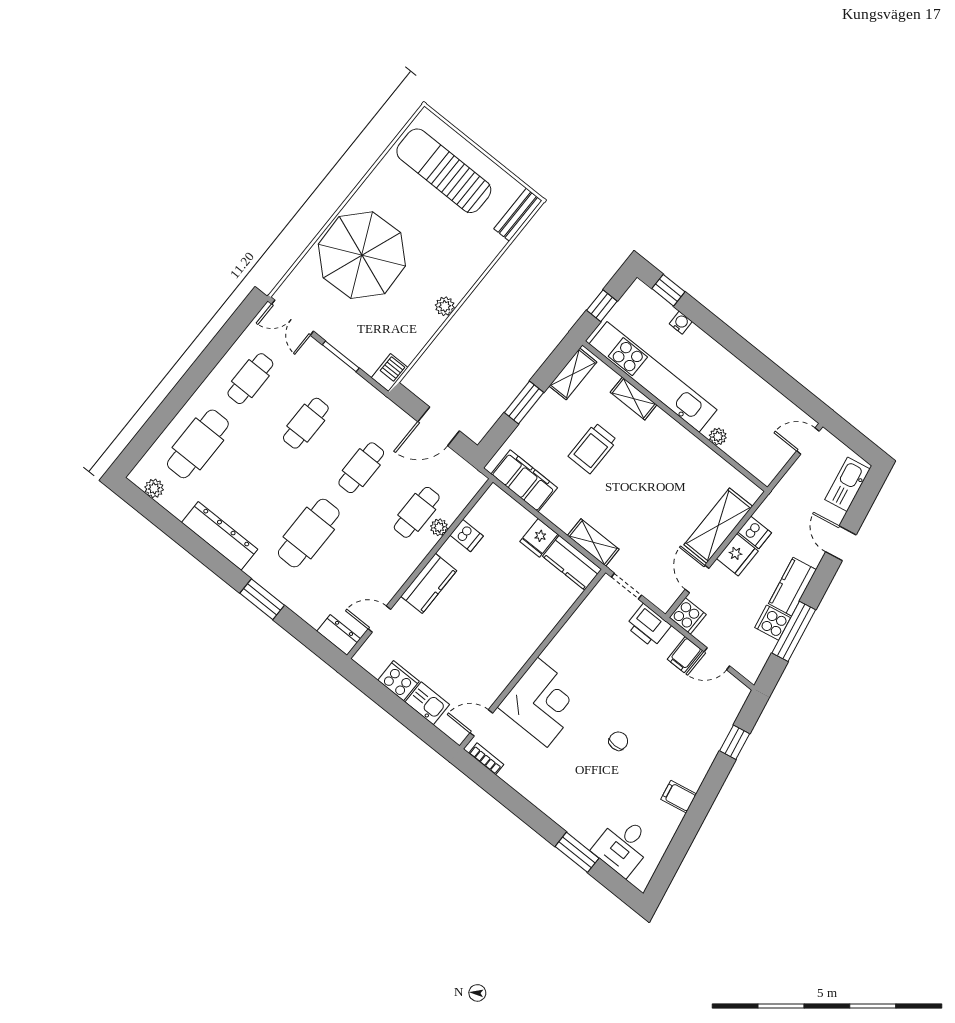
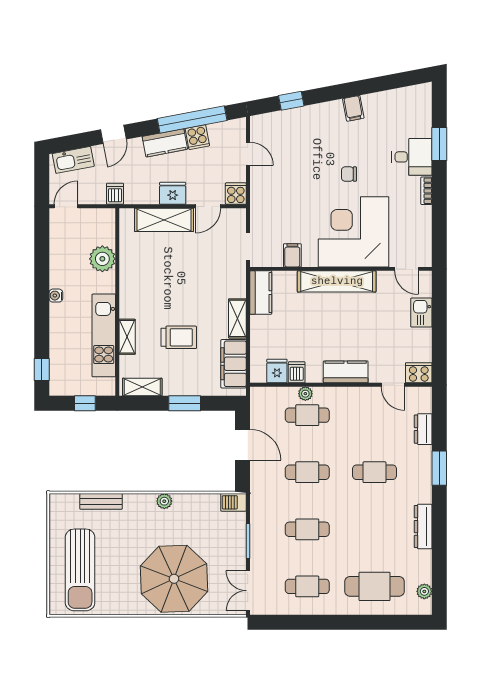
bench: (518, 215) -> (101, 501), moved
double door: (293, 318) -> (248, 591), swing flipped
water cooler: (681, 323) -> (56, 296), moved
kitchen unit: (653, 377) -> (104, 335), width x0.73
plant: (718, 437) -> (102, 259), width x1.88, depth x1.88
door: (808, 441) -> (66, 206), swing flipped
dishwasher: (755, 532) -> (115, 194), moved
cafe table: (309, 533) -> (375, 472), width x0.73, depth x0.74
dresser: (220, 536) -> (423, 527), width x0.73, depth x0.80
fridge: (539, 538) -> (277, 371), moved, turned -90
shelving: (593, 542) -> (237, 318), moved
printer: (648, 626) -> (262, 213), removed
window: (794, 631) -> (192, 119), width x1.46
dresser: (339, 635) -> (423, 429), moved
shelving: (524, 645) -> (337, 281), added
filing cabinet: (685, 655) -> (292, 255), moved, turned -90
cooker: (398, 681) -> (419, 373), moved, turned 90
corner desk: (542, 702) -> (354, 232), width x1.36, depth x1.36
bookcase: (486, 759) -> (426, 191), moved
desk: (623, 846) -> (412, 157), moved

